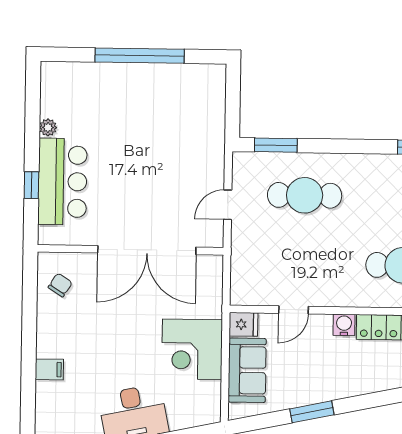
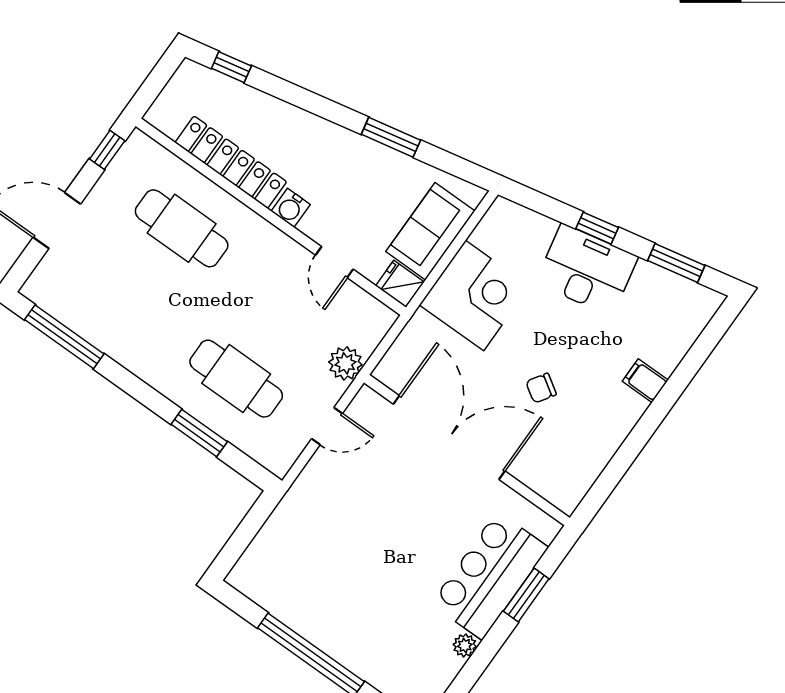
window: (276, 145) -> (199, 433), moved
window: (31, 185) -> (526, 595), width x1.50
plant: (243, 252) -> (345, 363), added
chair: (60, 285) -> (541, 388), moved
door: (293, 310) -> (334, 262), swing flipped

